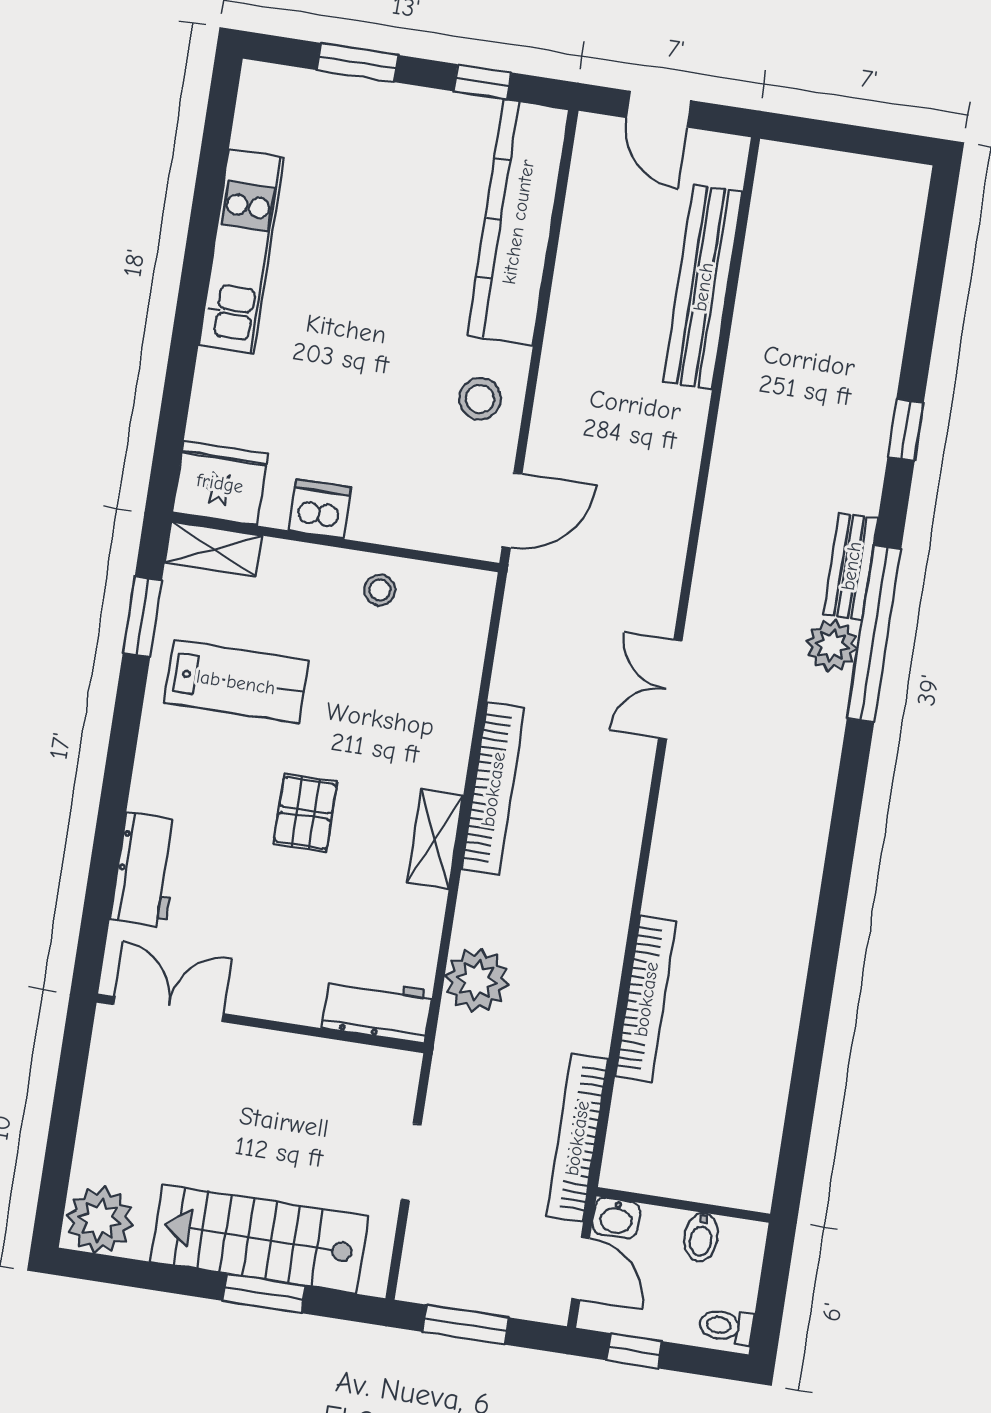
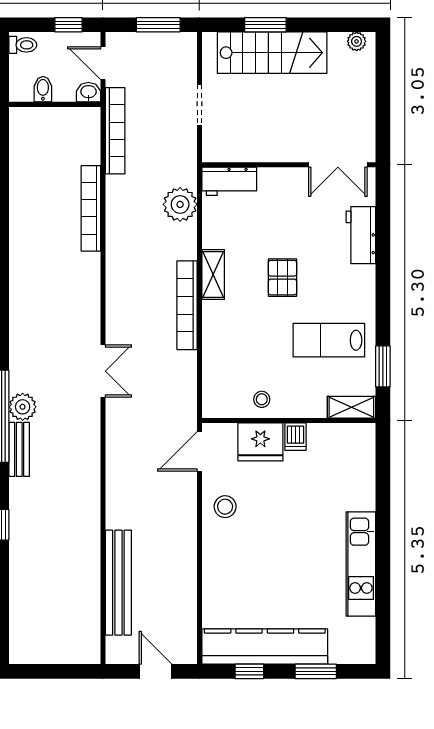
kitchen counter: (518, 222) -> (265, 647), moved, turned -90
fridge: (220, 483) -> (260, 442), moved
dishwasher: (320, 509) -> (295, 437), width x0.73
plant: (100, 1220) -> (357, 41), width x0.53, depth x0.53

